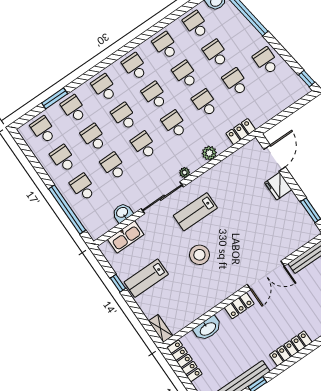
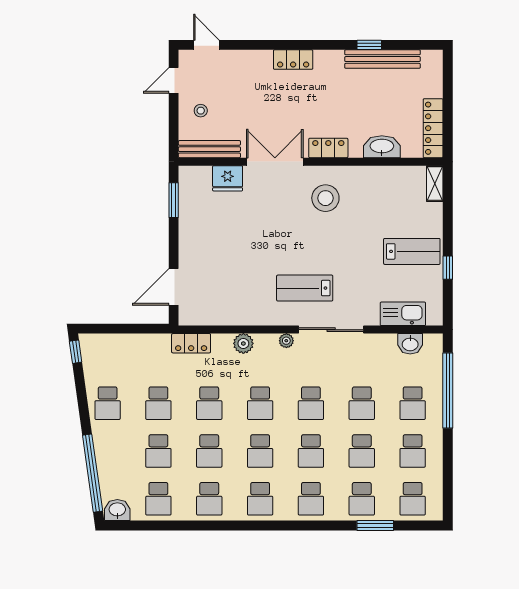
fridge: (278, 186) -> (228, 178), moved, turned 90
lab bench: (195, 212) -> (305, 288), turned 180
washbasin: (122, 213) -> (410, 344), moved
stool: (199, 255) -> (325, 198), moved
locker: (291, 348) -> (293, 60), width x0.66

